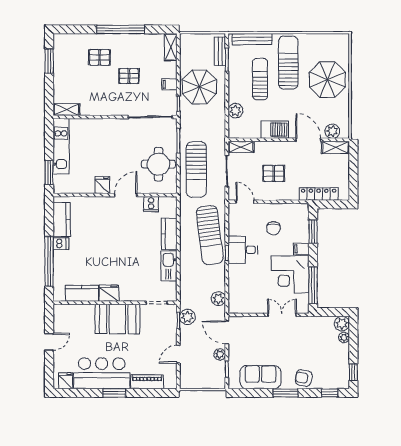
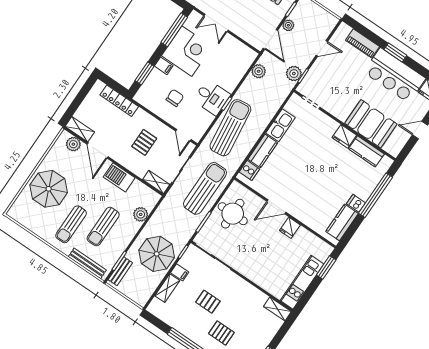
shelving: (171, 47) -> (167, 288), moved
sun lounger: (288, 63) -> (71, 224), width x0.73, depth x0.75
pallet: (274, 173) -> (144, 142), turned 90
cooker: (151, 204) -> (249, 170), moved, turned 90
booth: (117, 319) -> (371, 124), moved

